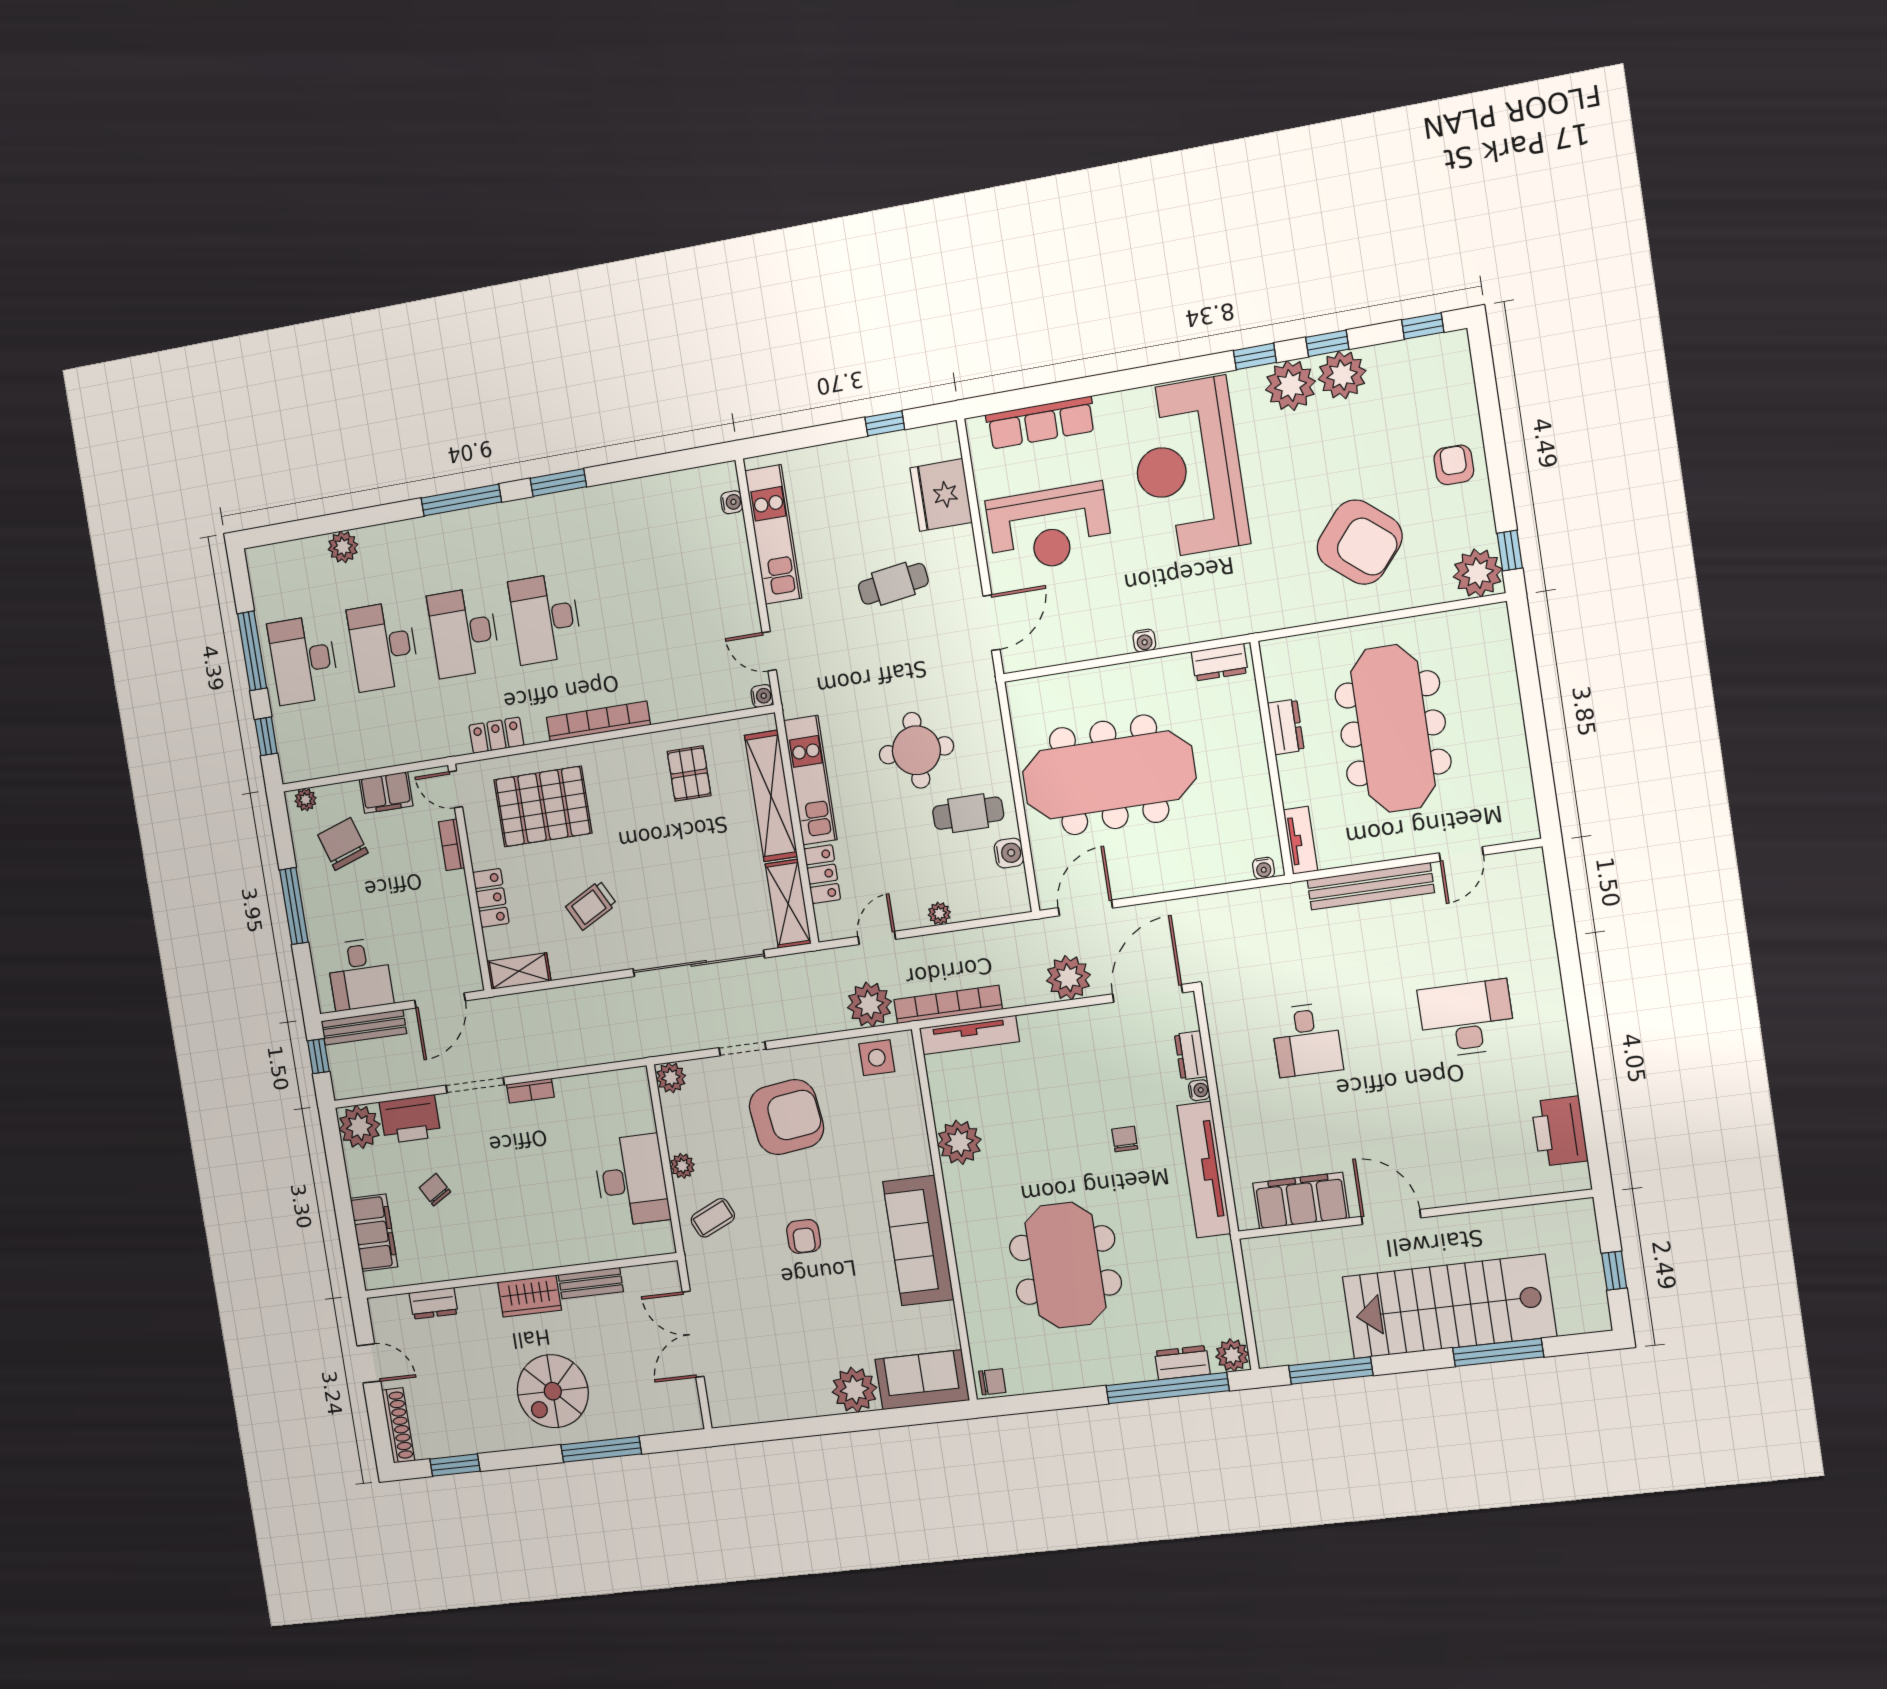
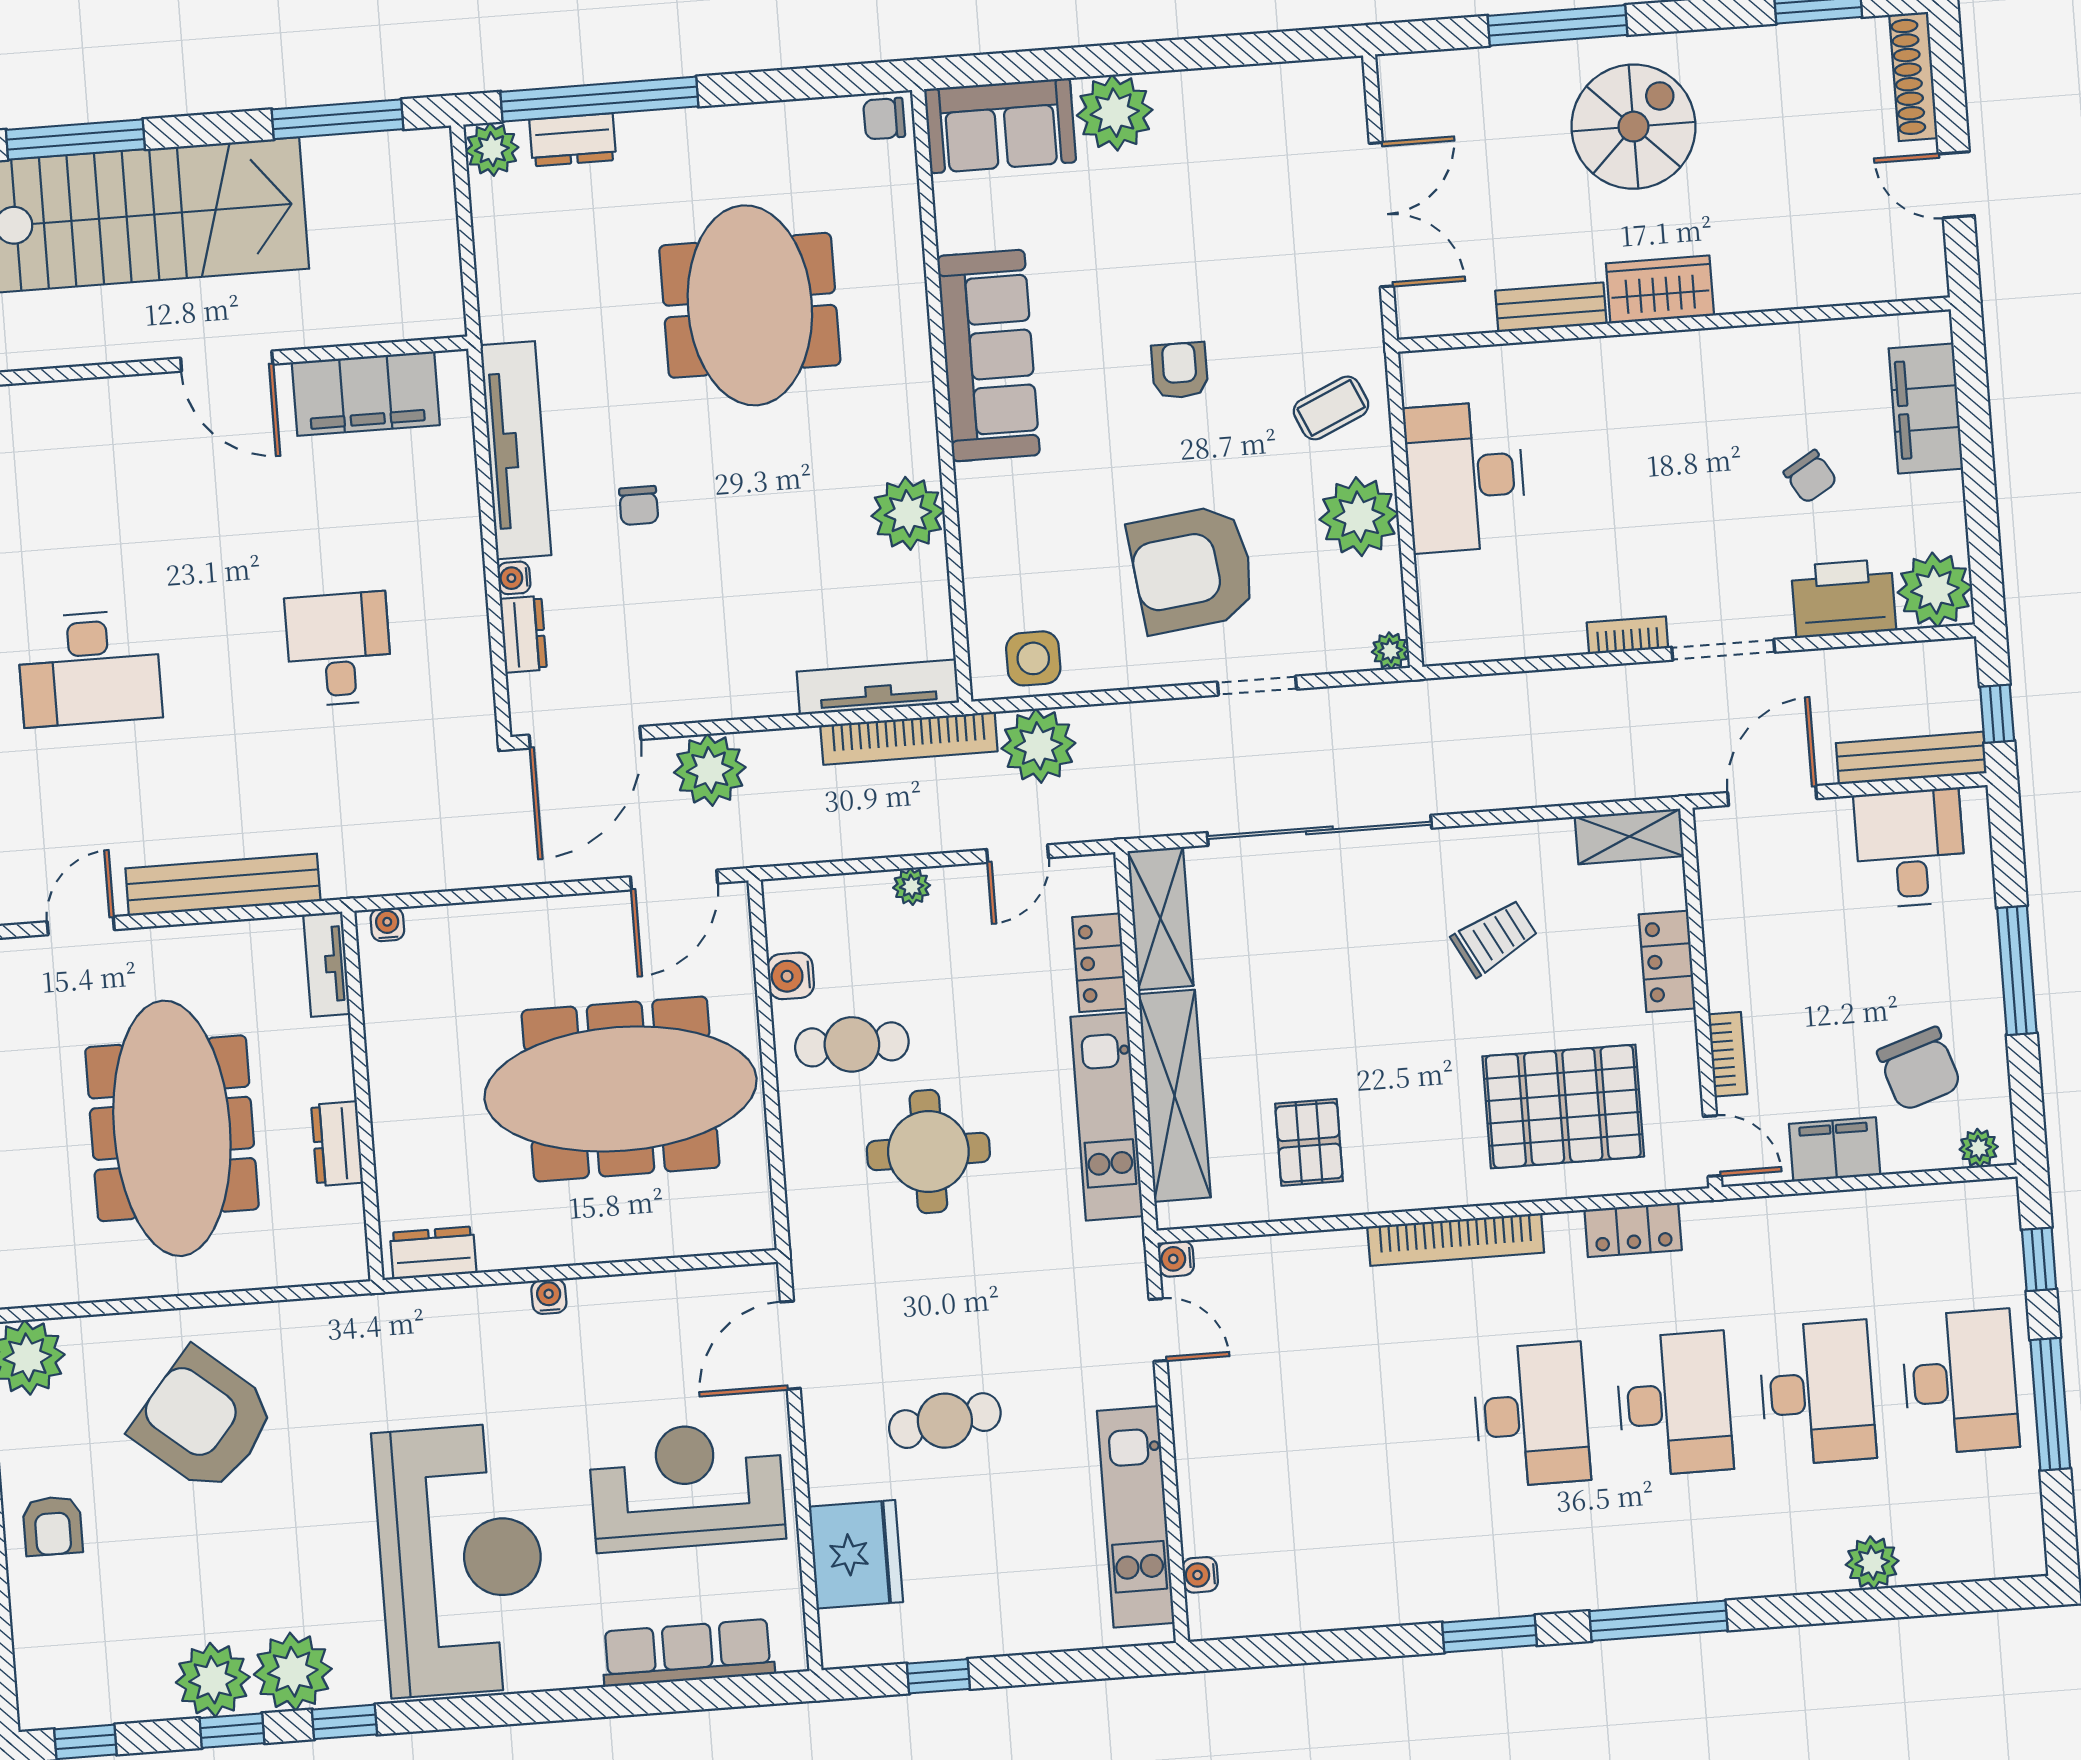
plant: (671, 1078) -> (1390, 651), width x0.73, depth x0.73
plant: (682, 1166) -> (1359, 517), width x1.88, depth x1.88
dresser: (434, 1303) -> (1831, 284), removed

